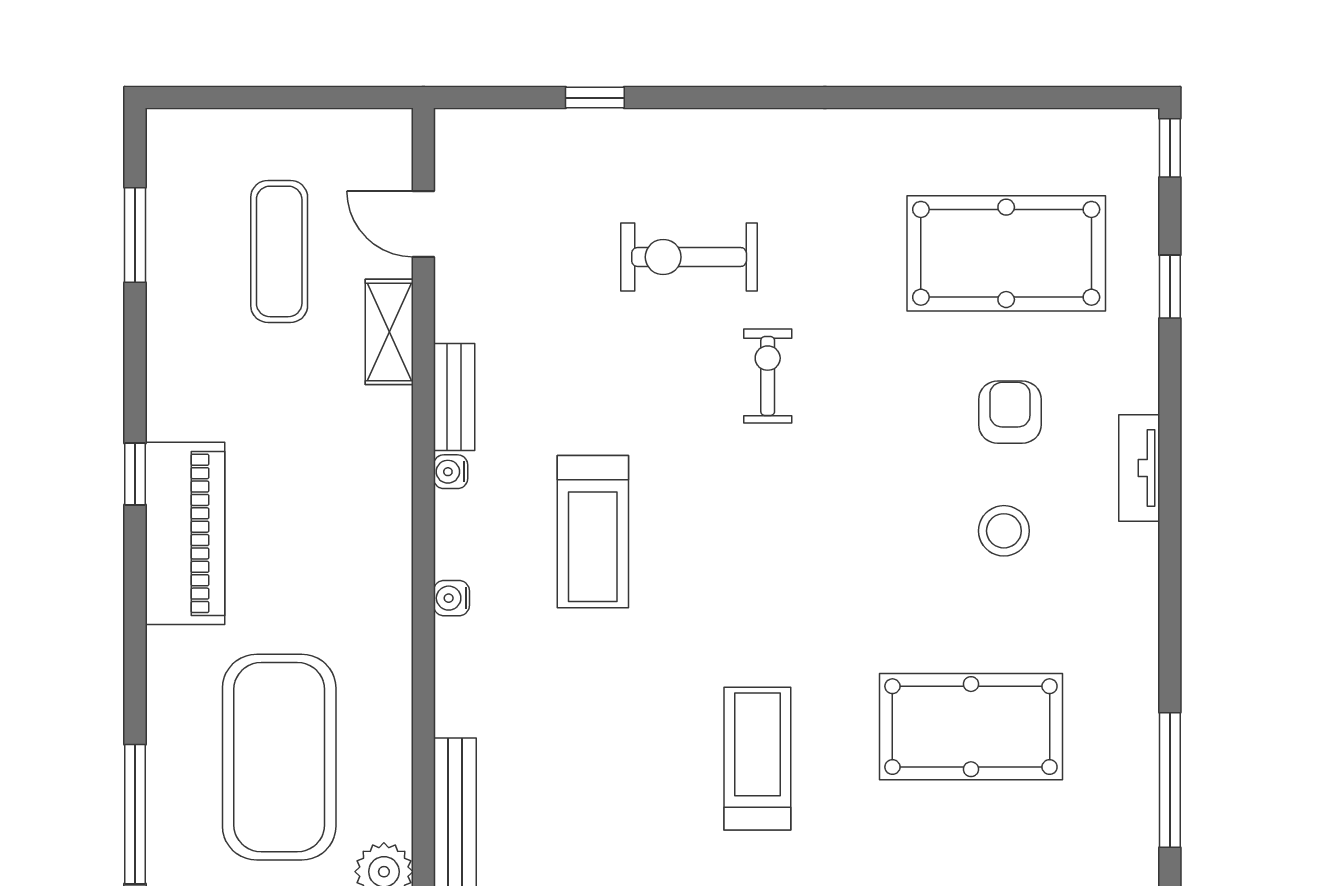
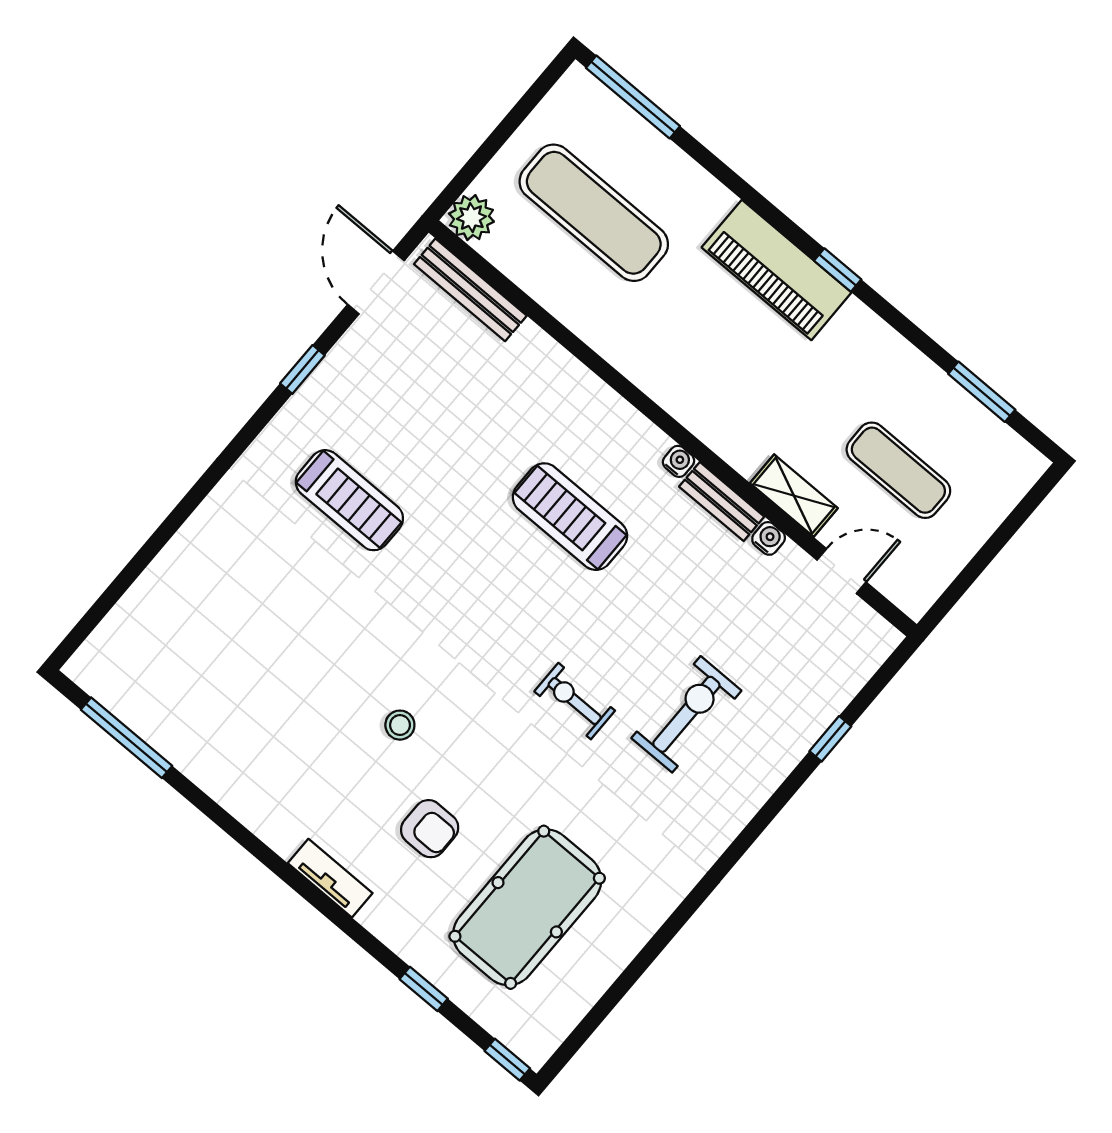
exercise bike: (768, 376) -> (575, 701), turned 180
stool: (1004, 531) -> (400, 725), moved, width x0.73, depth x0.73
water cooler: (451, 598) -> (769, 538), moved
pool table: (971, 727) -> (260, 645), removed
exercise mat: (279, 757) -> (594, 213), width x0.68

